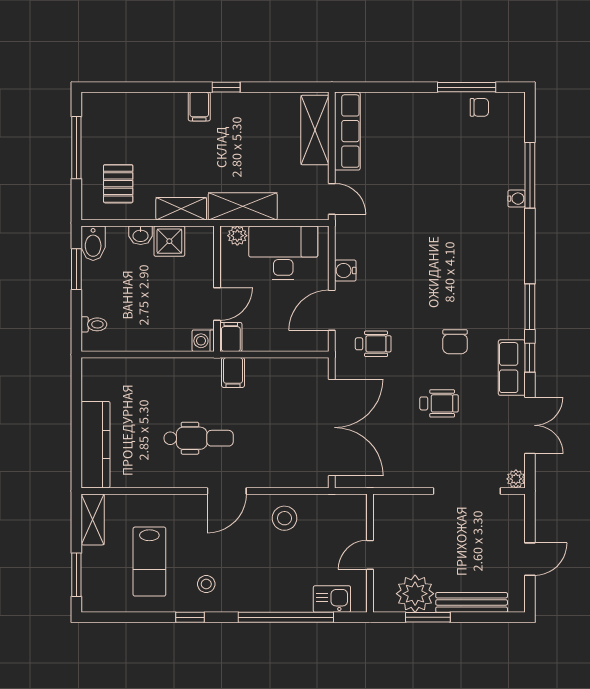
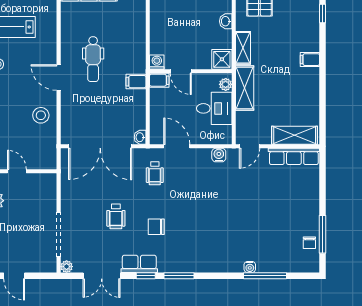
window: (226, 87) -> (323, 14), moved
shower: (169, 241) -> (222, 59), moved
desk: (283, 253) -> (214, 108), width x0.73
water cooler: (345, 271) -> (219, 155), moved
washbasin: (318, 366) -> (140, 137), added

